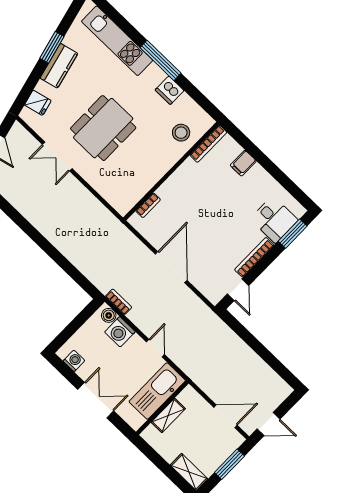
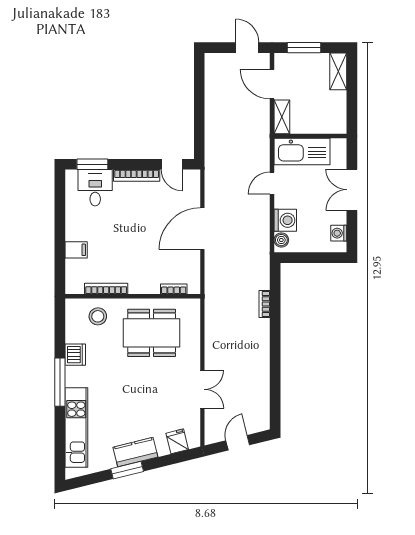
dining table: (103, 128) -> (152, 333), moved
bookcase: (208, 144) -> (106, 289), moved
door: (238, 290) -> (172, 164), swing flipped
bookcase: (119, 302) -> (264, 304), moved
shelving: (168, 415) -> (282, 117), moved, turned 90

